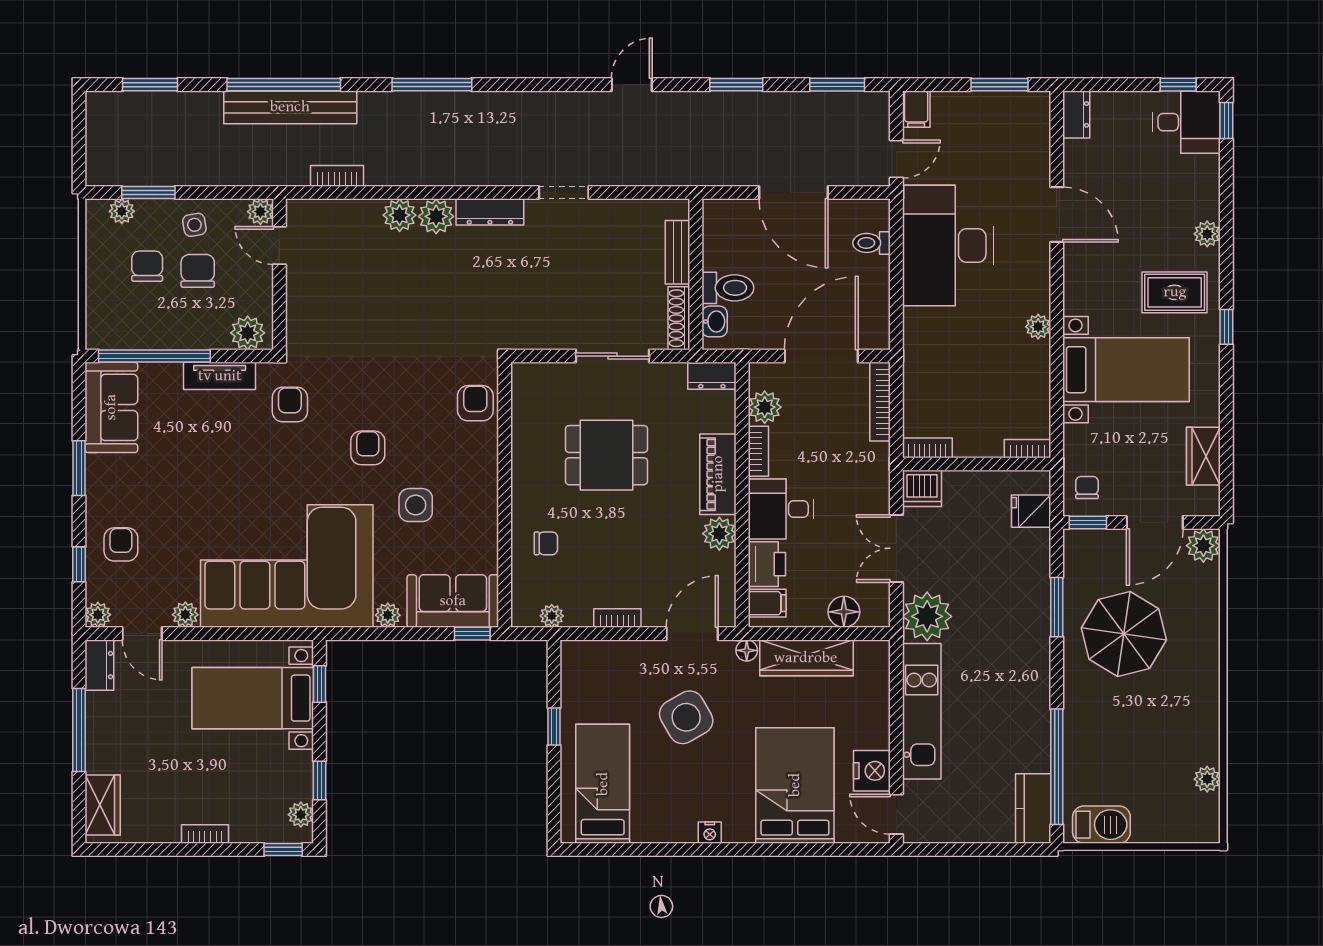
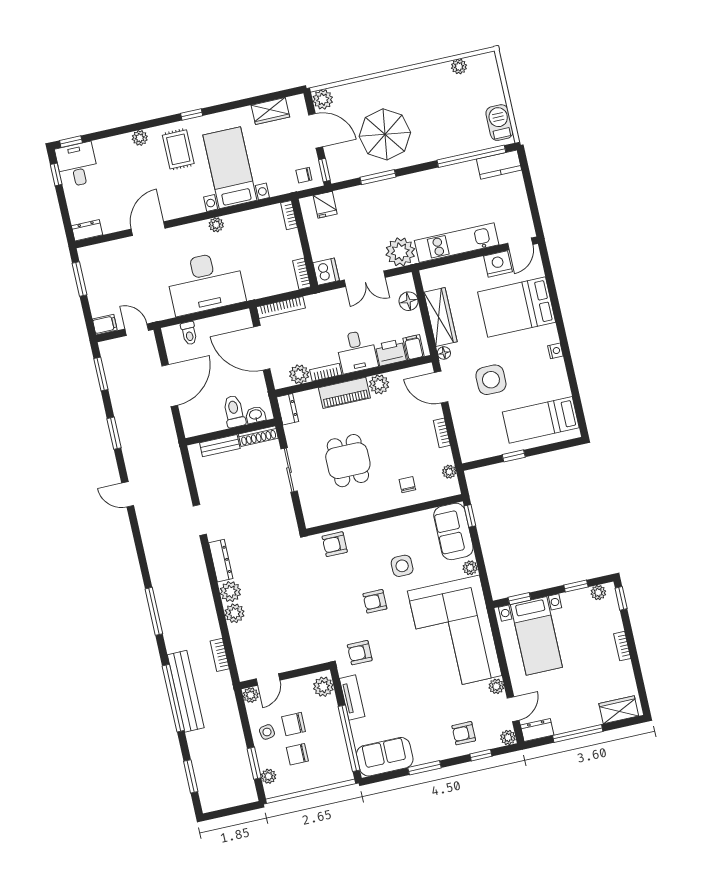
desk: (948, 246) -> (205, 283), moved
side table: (686, 717) -> (491, 380), turned 30

